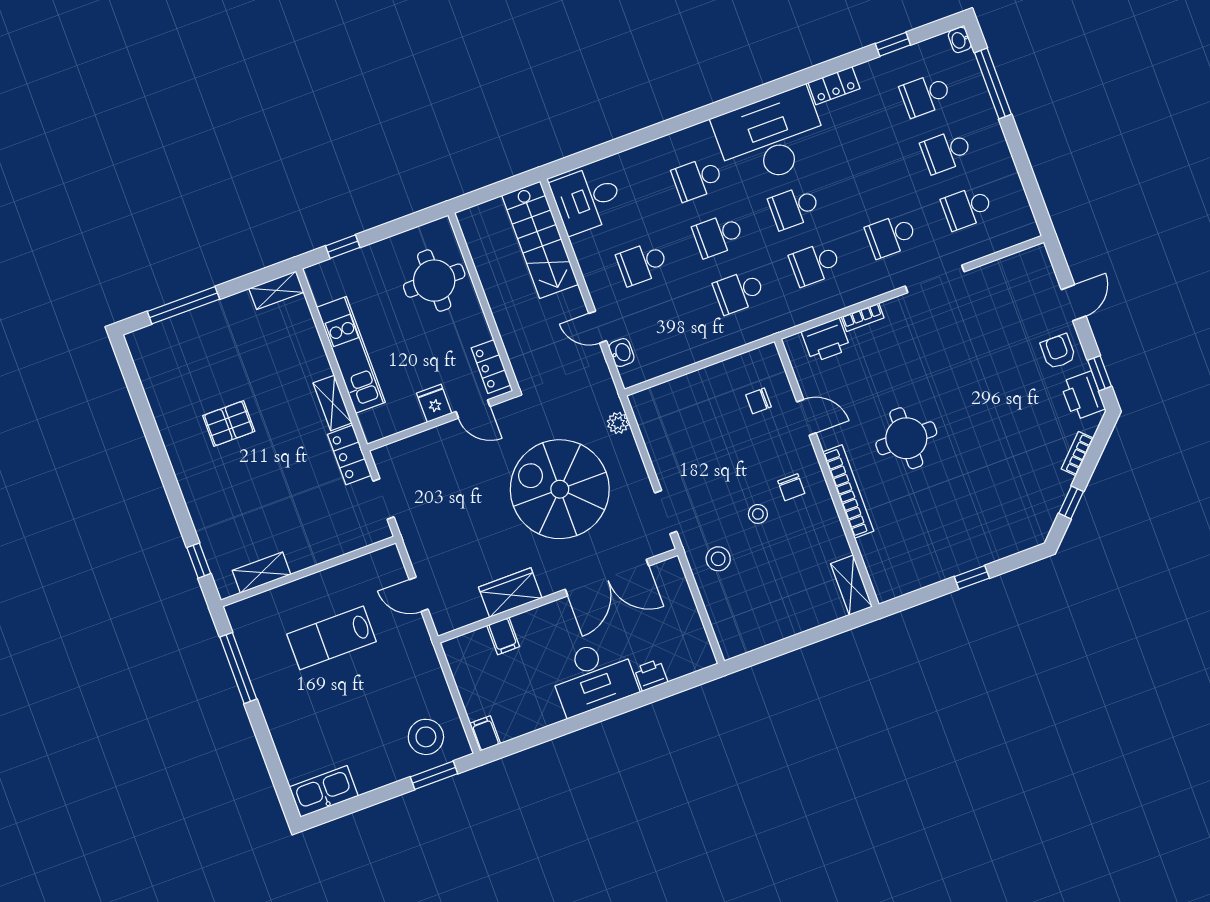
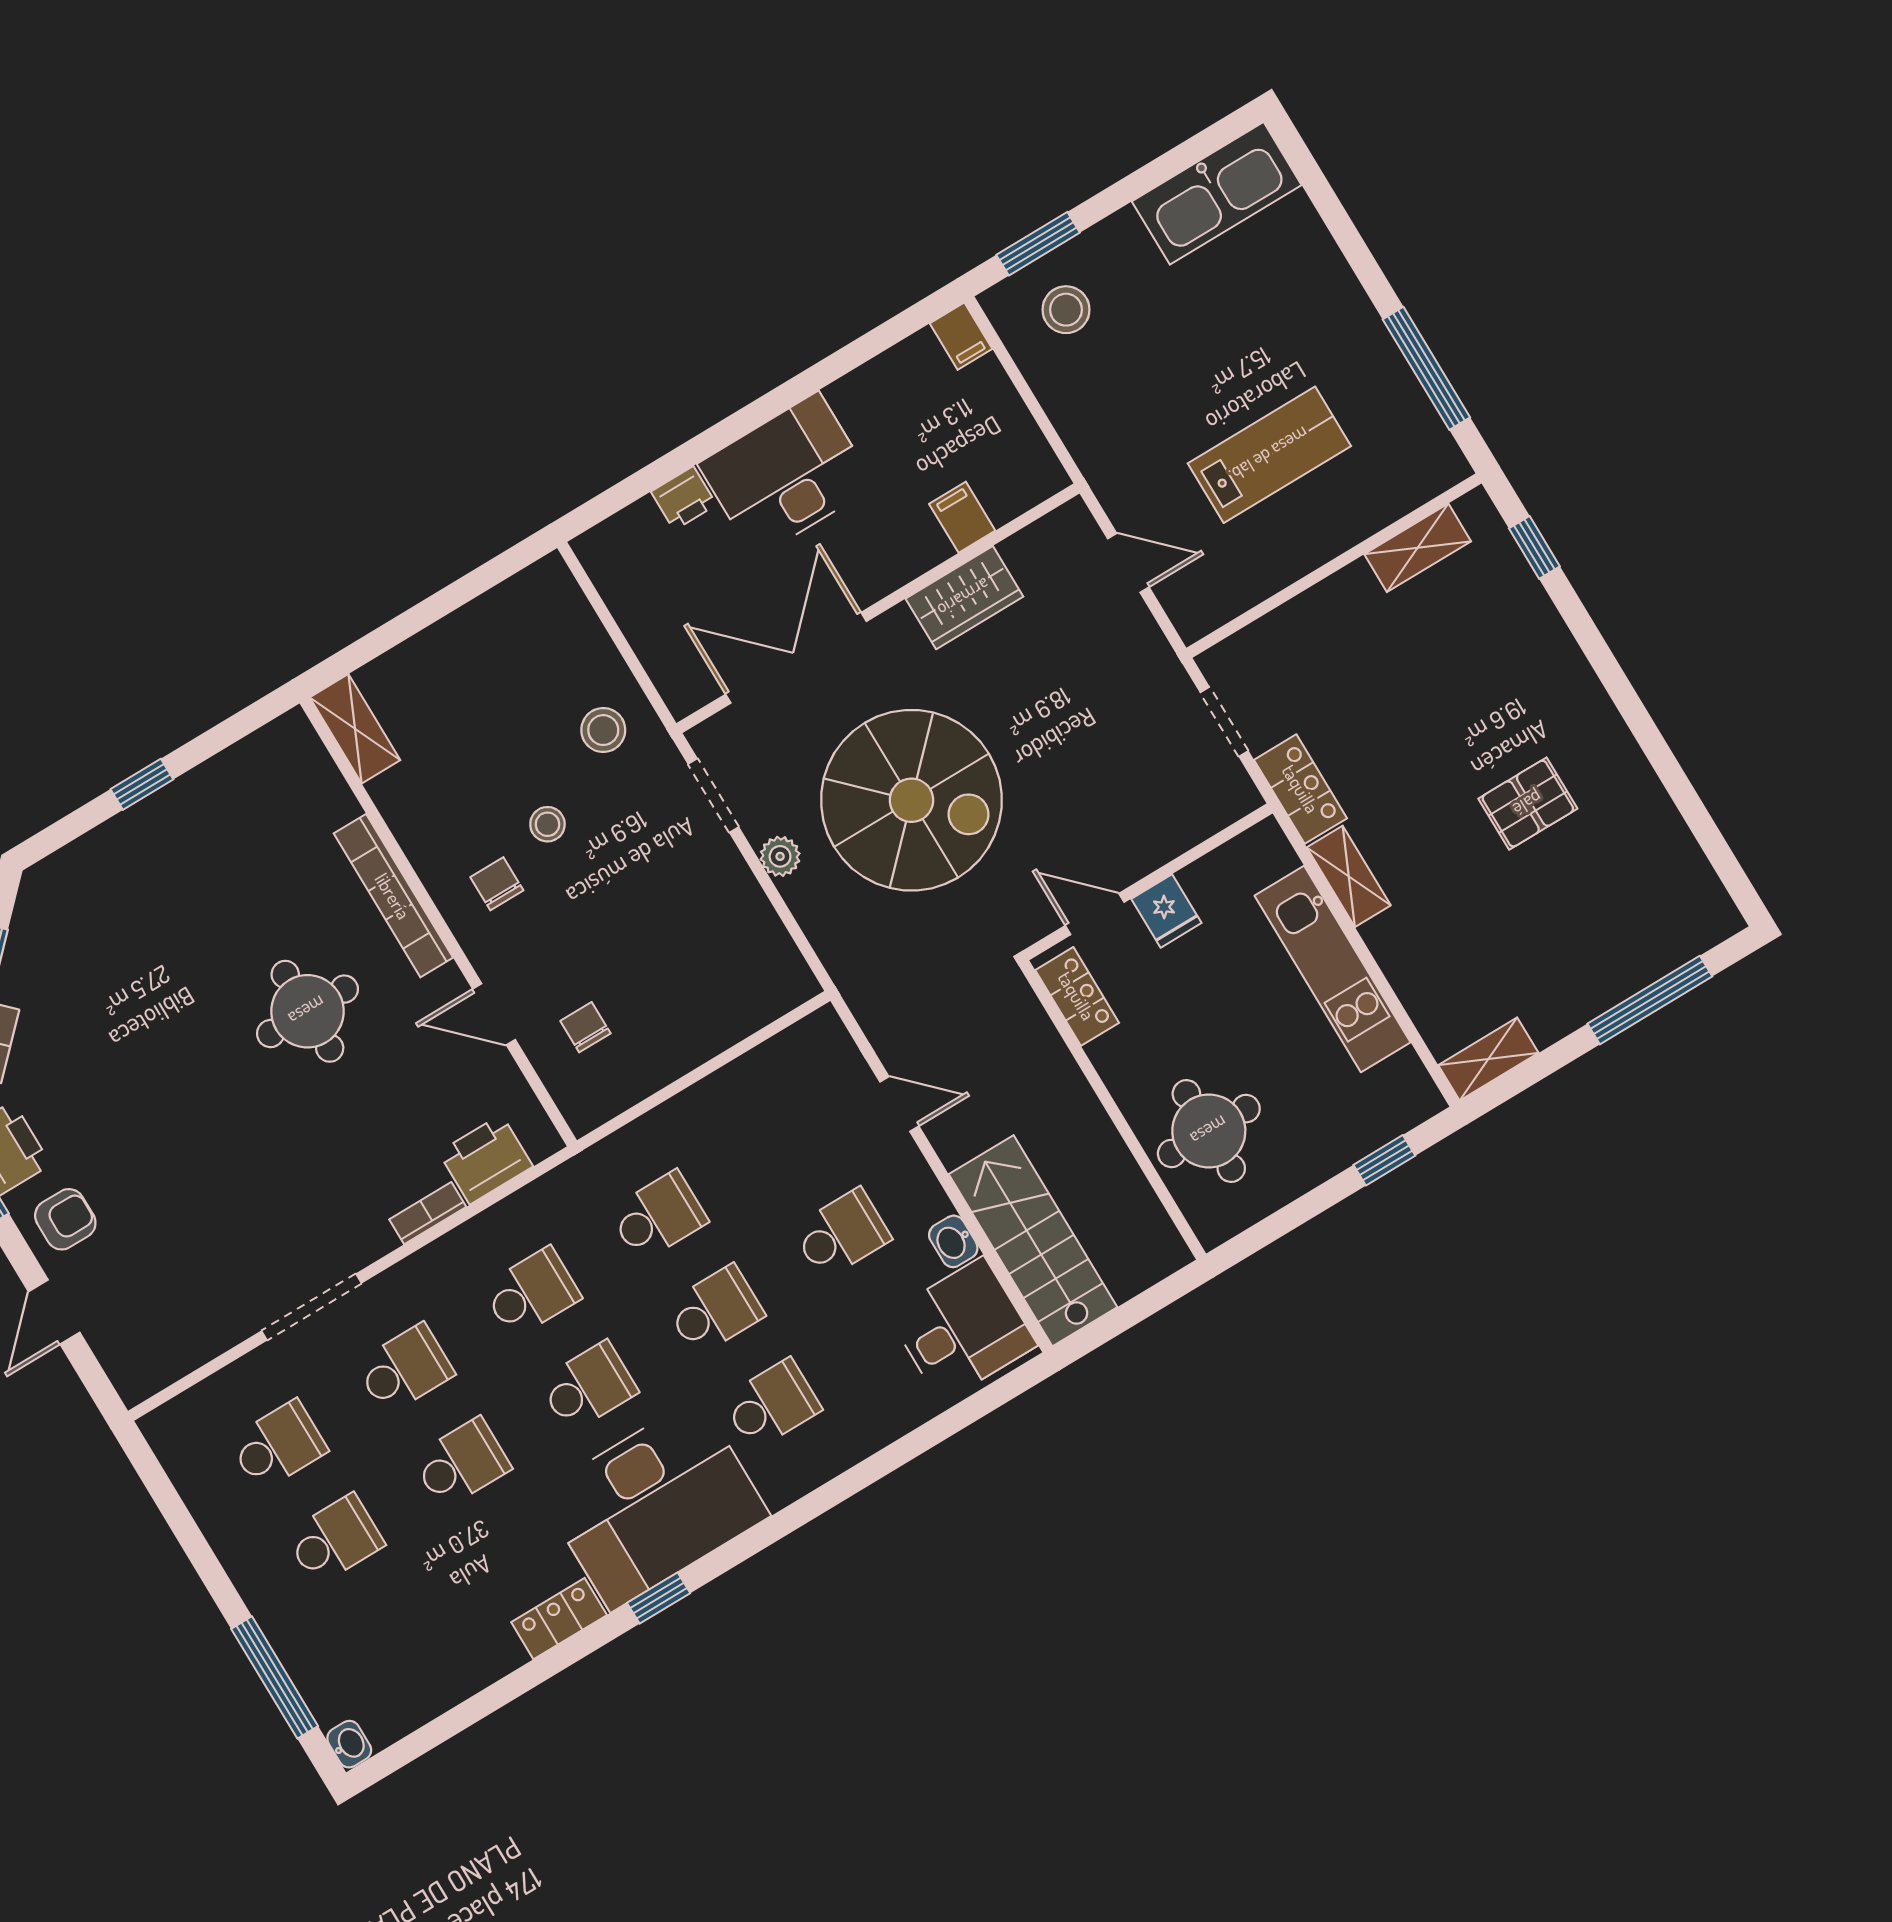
window: (893, 44) -> (659, 1598), moved
school desk: (925, 95) -> (462, 1463), moved
armchair: (1058, 351) -> (65, 1219), turned -90
washbasin: (622, 353) -> (953, 1241), moved
chair: (758, 401) -> (585, 1027), turned -90
plant: (618, 423) -> (780, 856), moved
stool: (426, 737) -> (1066, 310), width x0.73, depth x0.73
kitchen sink: (324, 791) -> (1217, 193), width x1.36, depth x1.24

